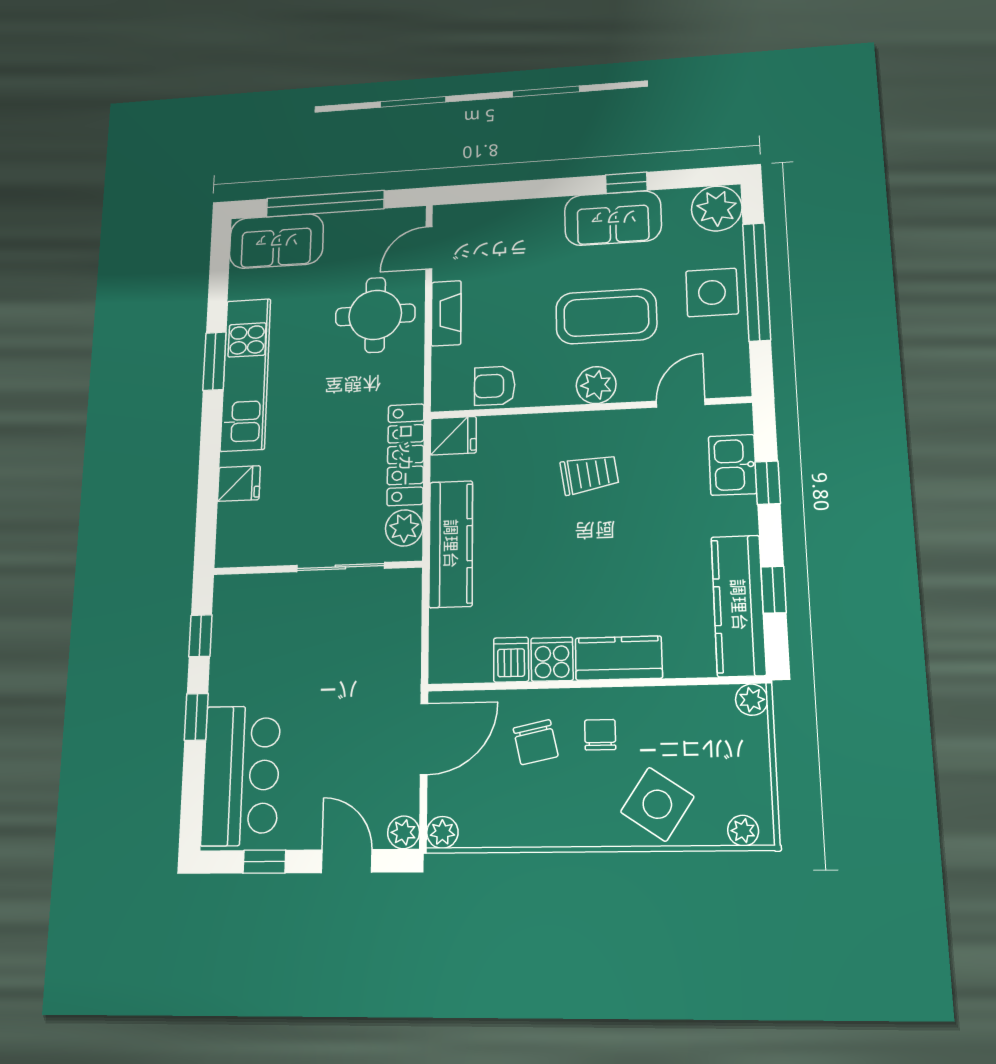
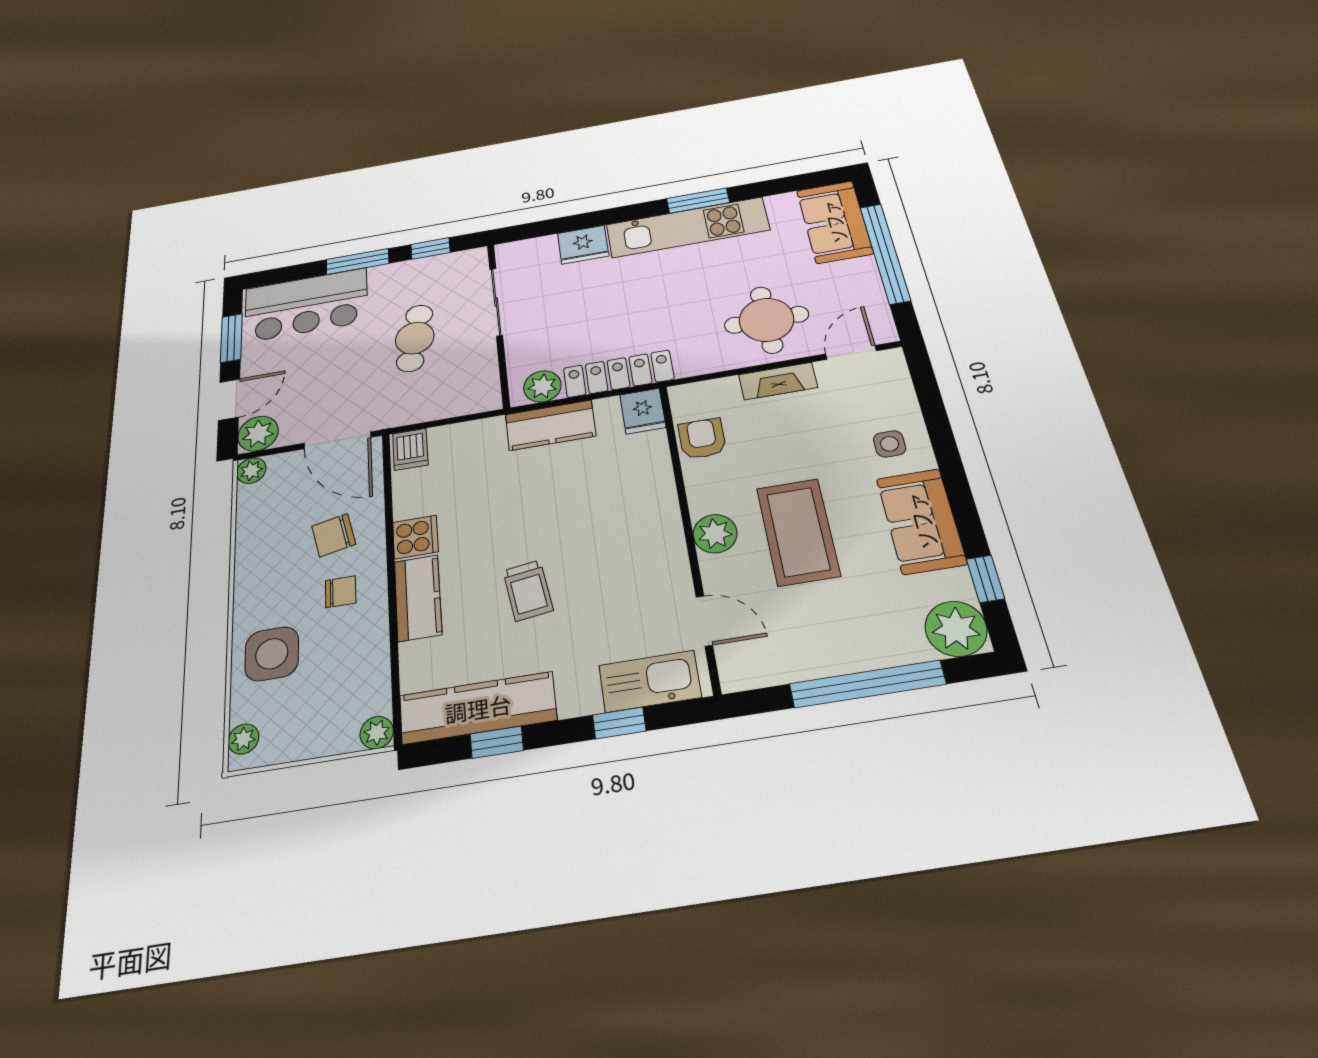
window: (626, 183) -> (985, 579), moved
door: (429, 248) -> (851, 352), hinge flipped
side table: (712, 292) -> (890, 444), moved, width x0.54, depth x0.54
kitchen sink: (732, 465) -> (650, 681), width x1.38
trolley: (589, 474) -> (528, 591), moved
fridge: (239, 484) -> (583, 245), width x1.38
kitchen counter: (451, 544) -> (550, 425), width x0.67
sliding door: (340, 567) -> (496, 302), moved
cafe table: (314, 655) -> (415, 338), added
dishwasher: (511, 660) -> (410, 449), moved, turned 90
window: (196, 717) -> (357, 261), width x1.50
side table: (657, 804) -> (272, 654), turned -34
plant: (404, 832) -> (258, 434), width x1.38, depth x1.38
window: (264, 862) -> (231, 338), width x1.50

